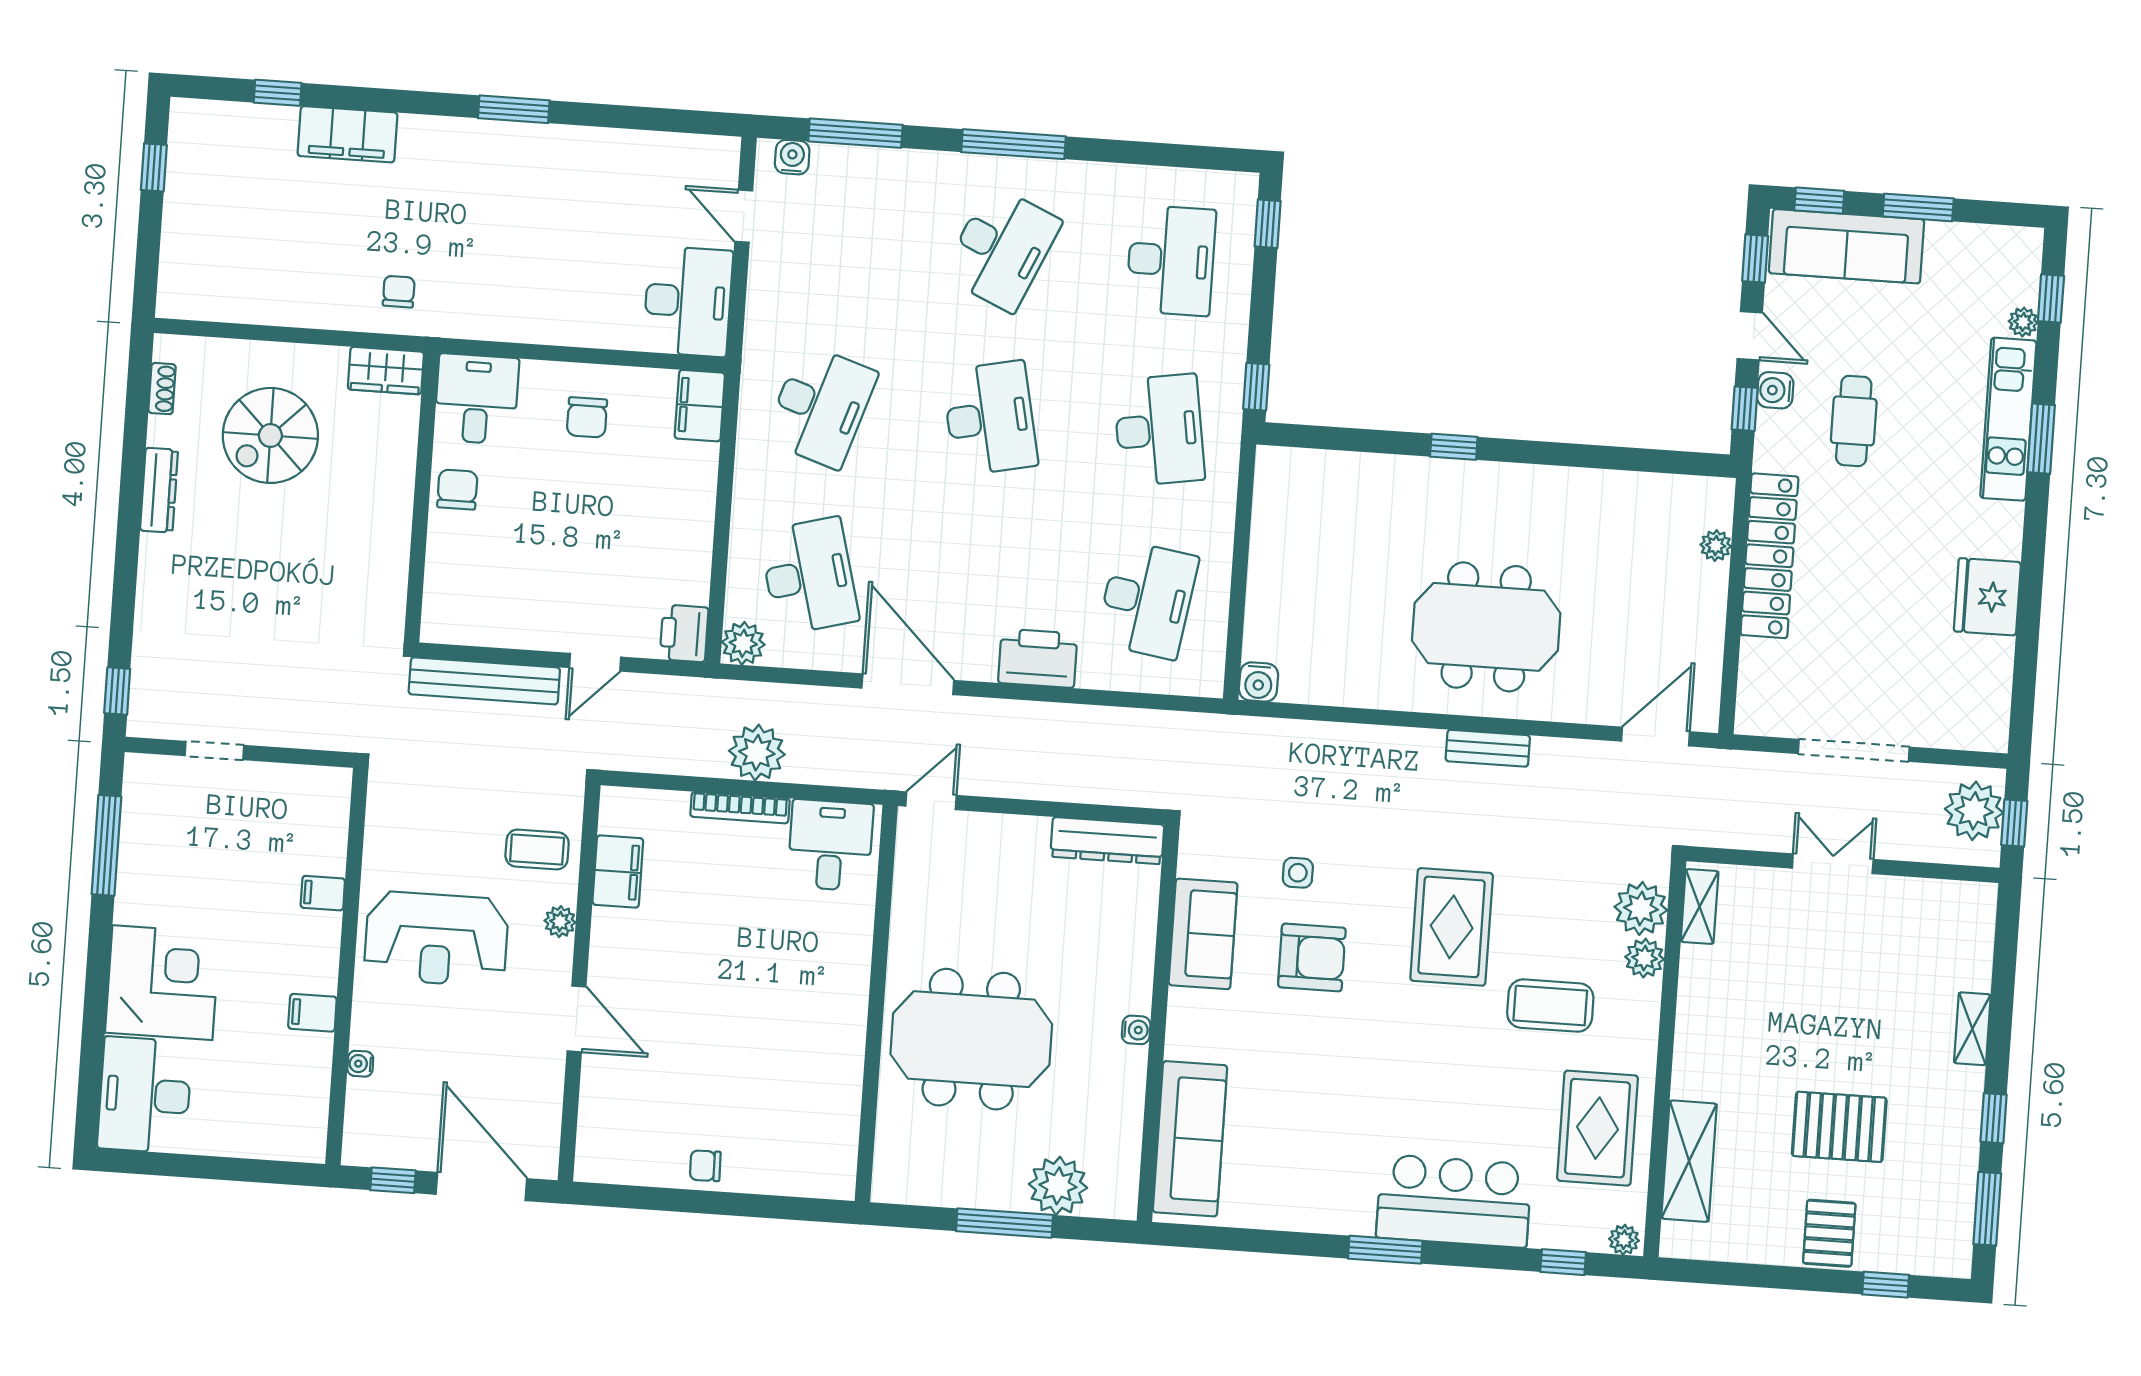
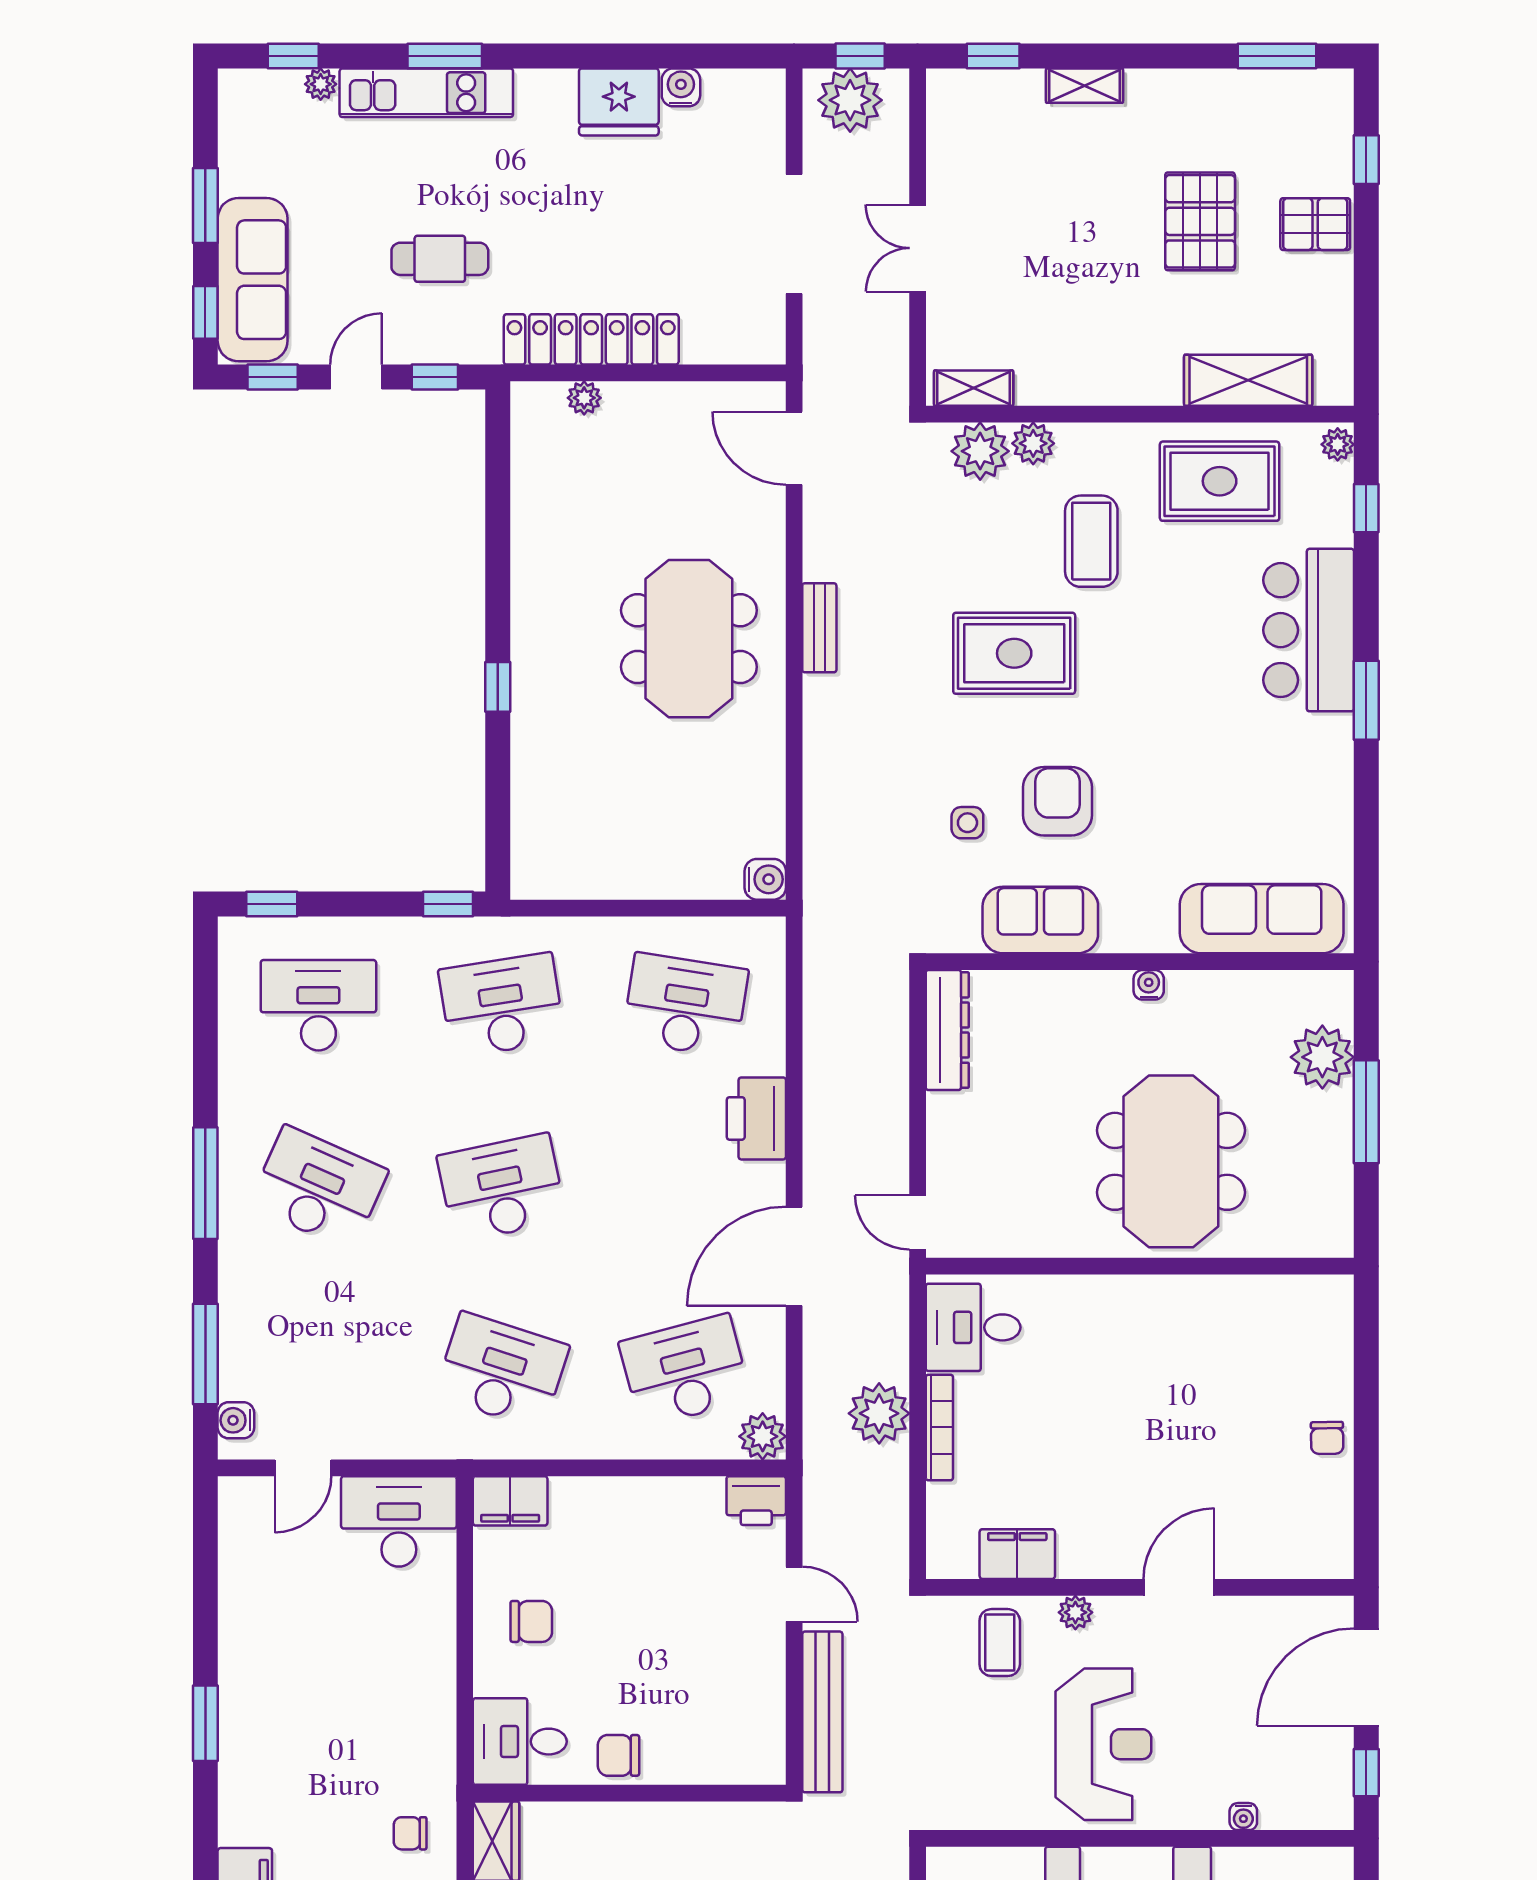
water cooler: (1775, 390) -> (681, 87), moved, turned 180
window: (1994, 1118) -> (993, 56), moved

